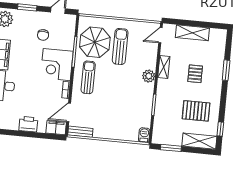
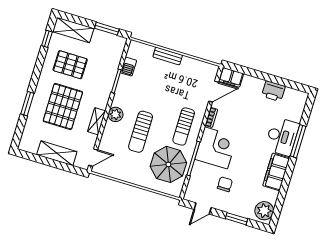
sun lounger: (120, 46) -> (141, 132), moved
pallet: (195, 74) -> (63, 106), width x2.05, depth x2.00
printer: (28, 124) -> (273, 91), moved
bench: (80, 132) -> (168, 56), moved
barbecue: (144, 135) -> (129, 67), moved

